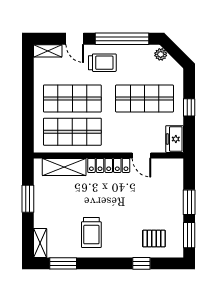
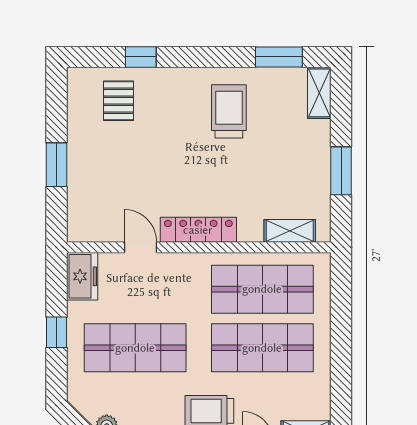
shelving: (64, 167) -> (290, 231), width x0.67, depth x0.75
window: (189, 235) -> (57, 107), removed
pallet: (154, 239) -> (119, 101), turned 90

